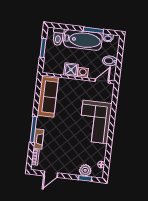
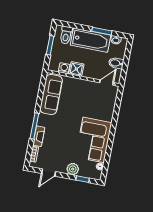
washing machine: (83, 73) -> (64, 68), moved
corner sofa: (95, 122) -> (94, 140), moved
plant: (85, 170) -> (73, 169), moved

